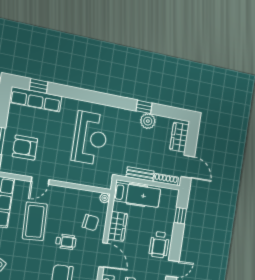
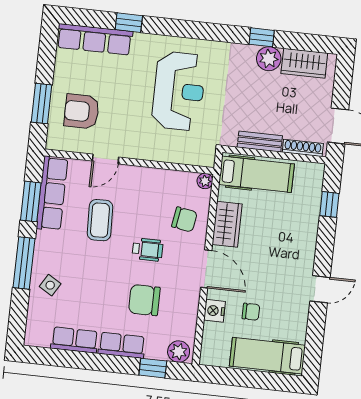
window: (39, 86) -> (129, 23), moved
wardrobe: (179, 137) -> (304, 63), moved, turned -90
coffee table: (35, 221) -> (100, 220), width x0.73, depth x0.76
wheelchair: (159, 245) -> (296, 251), removed

